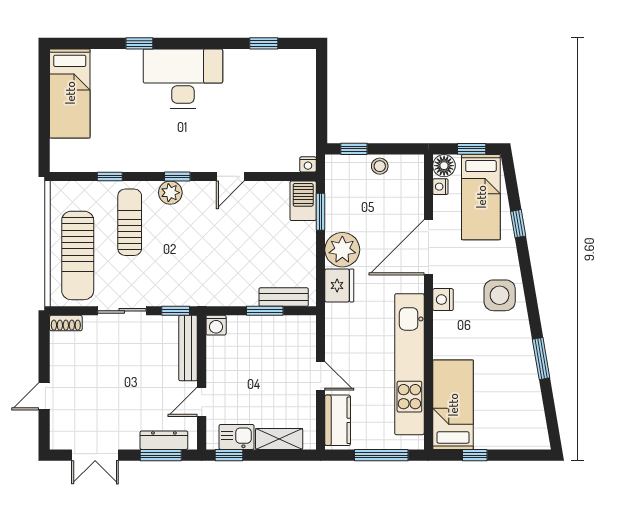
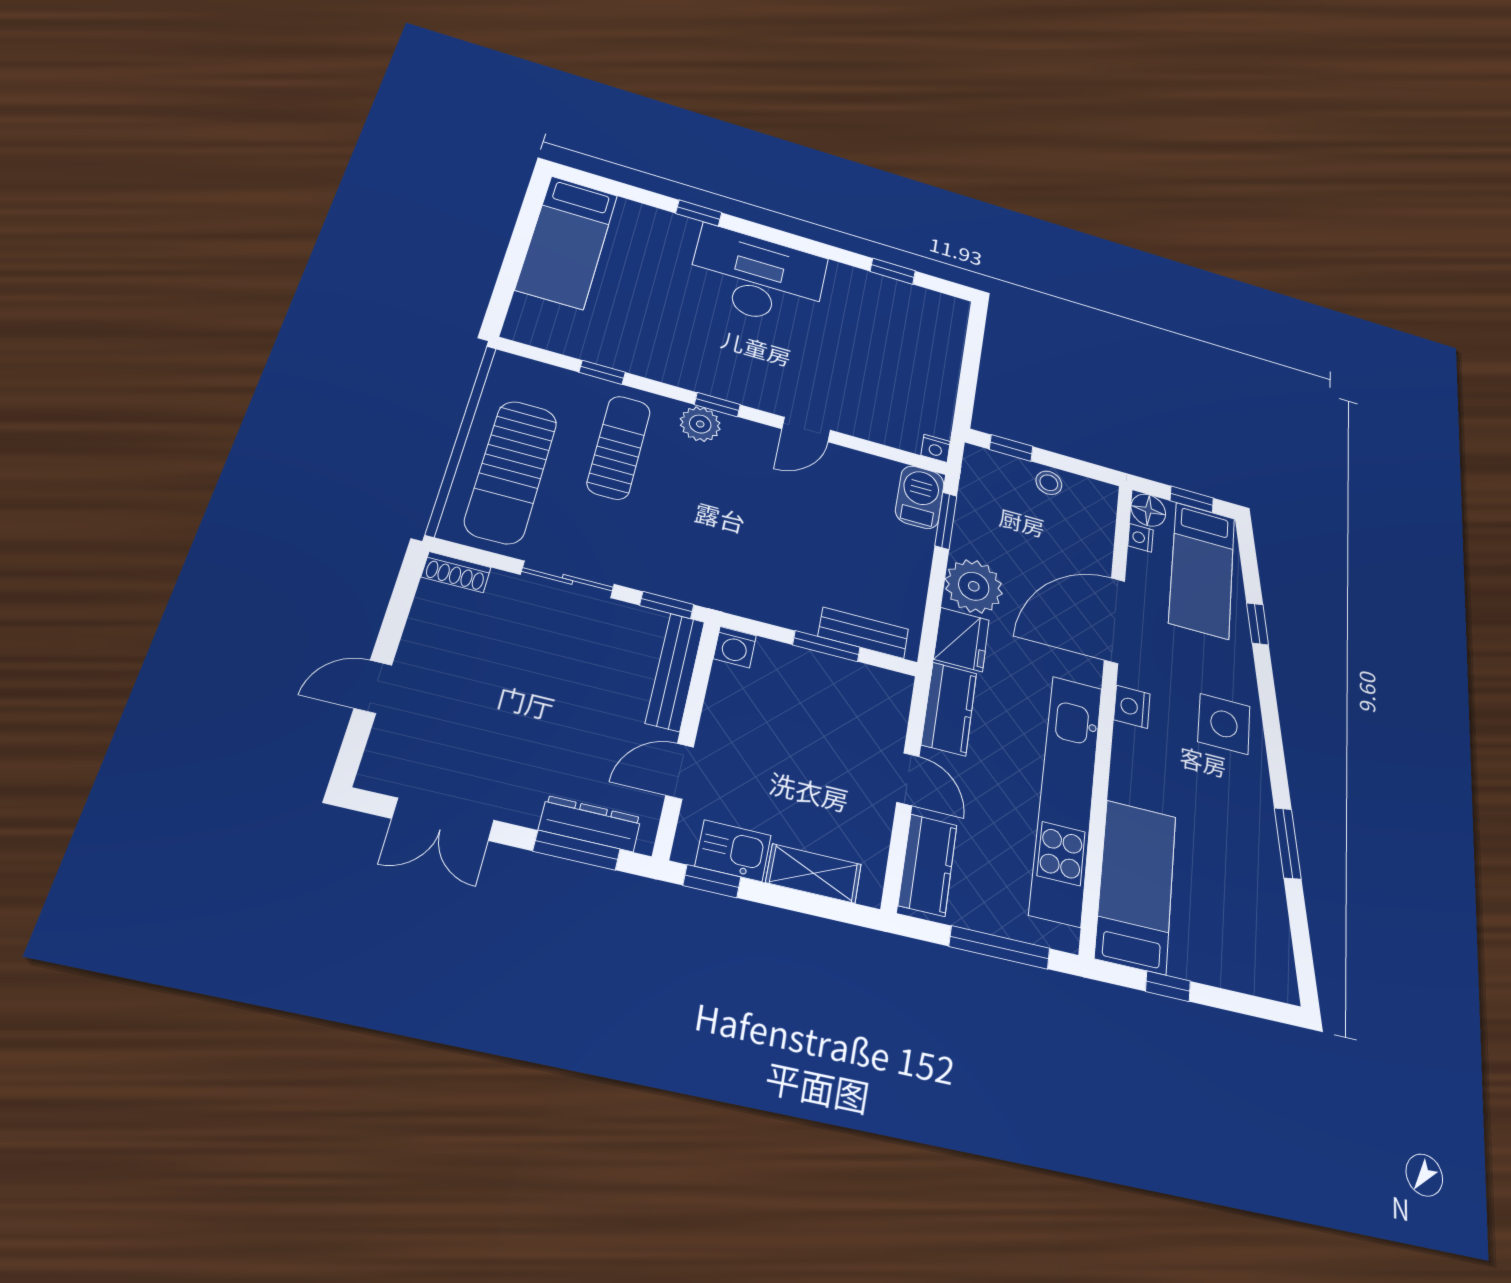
kitchen counter: (338, 329) -> (949, 709), added

